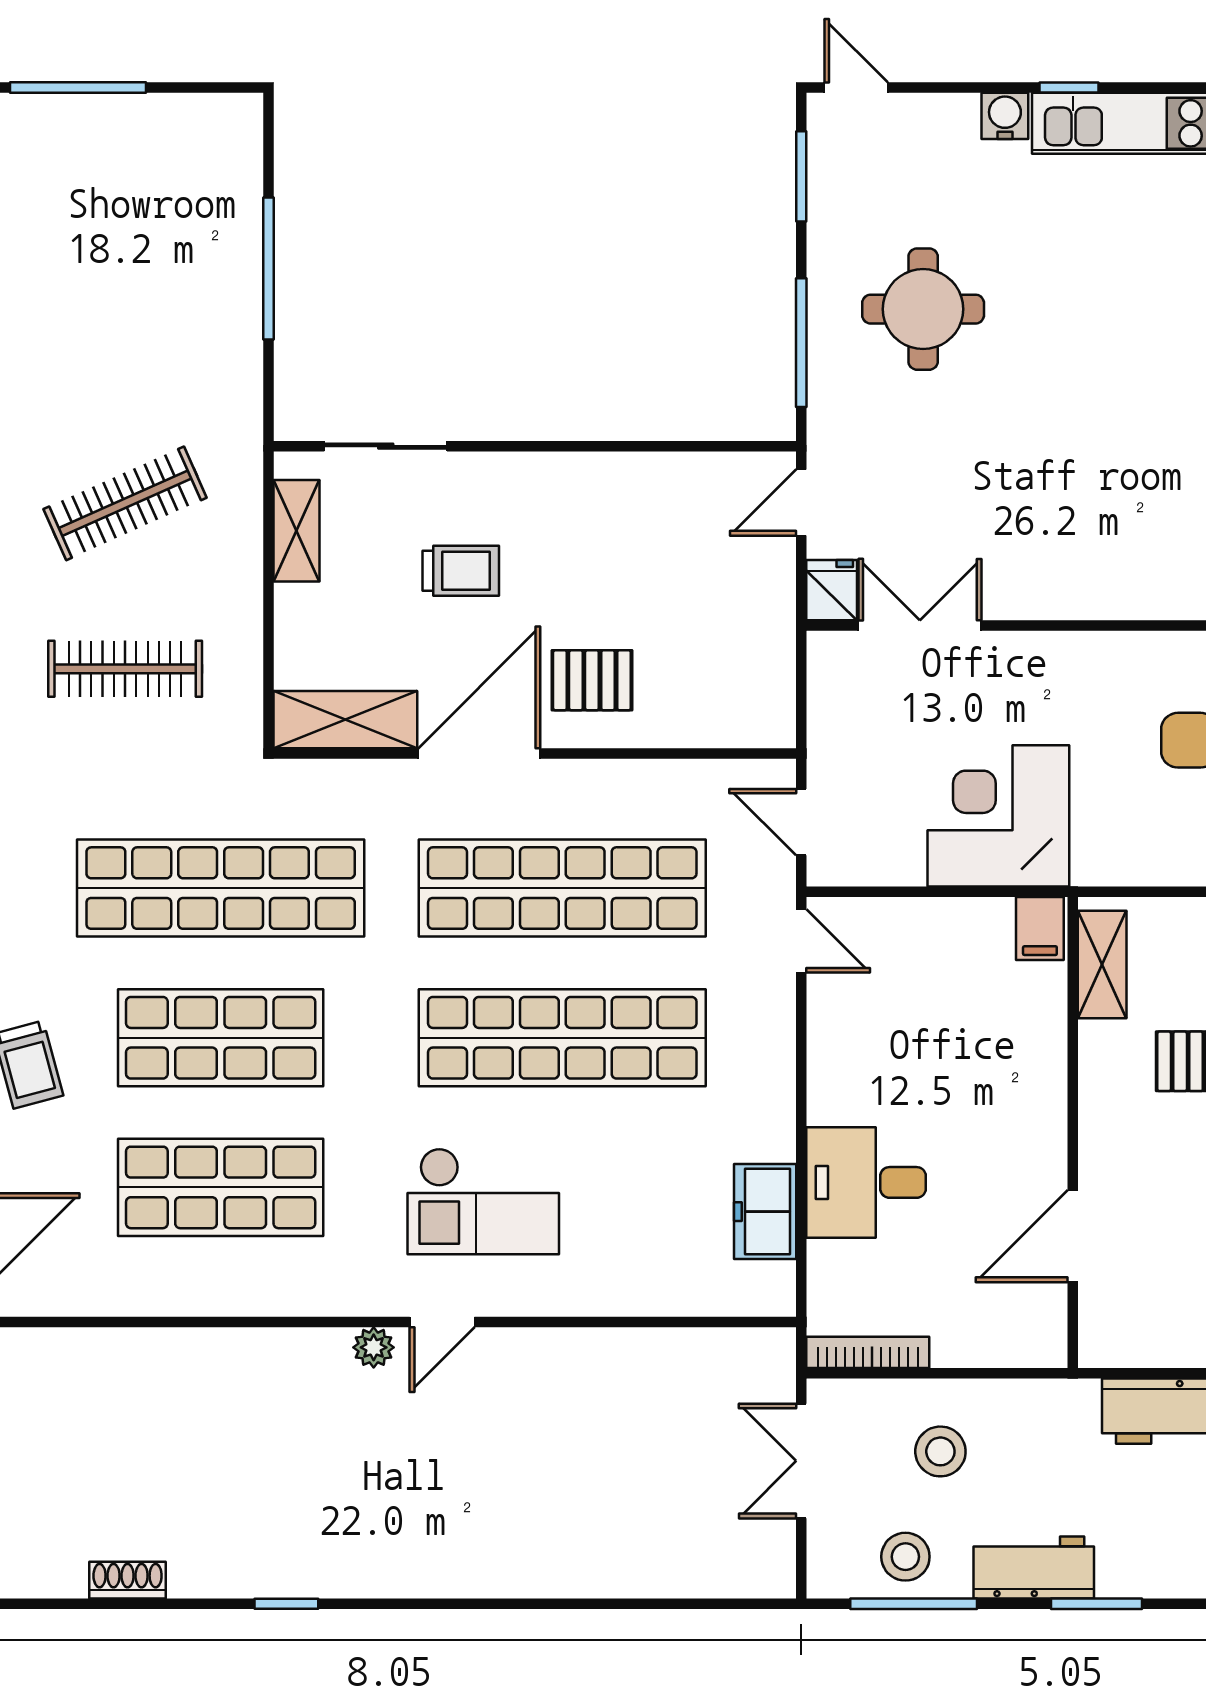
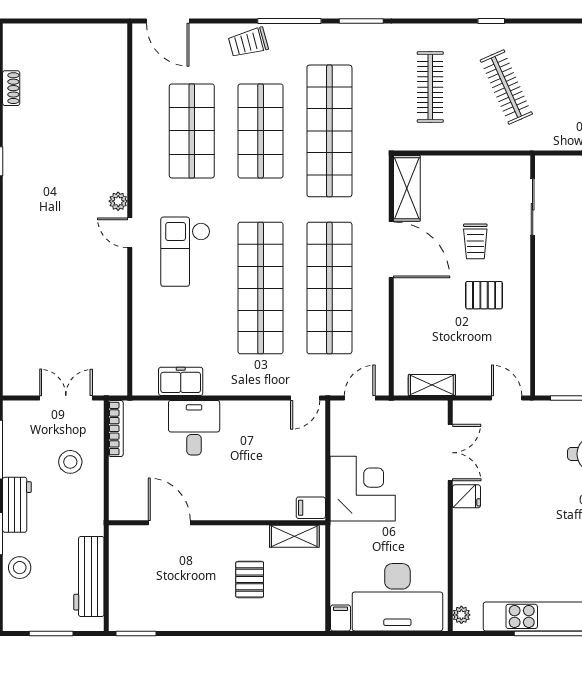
shelving: (297, 531) -> (432, 385), moved
fridge: (832, 590) -> (466, 496), moved
pallet: (592, 680) -> (484, 295), moved, turned 90
stool: (905, 1557) -> (20, 568), moved

